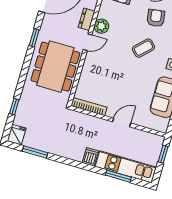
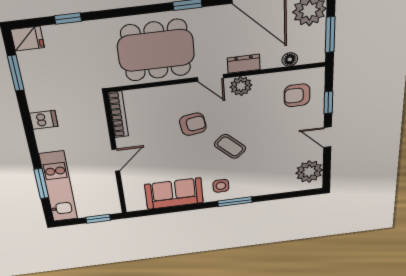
armchair: (156, 18) -> (193, 124), moved
door: (122, 122) -> (116, 160), hinge flipped
dishwasher: (90, 157) -> (44, 120), moved

